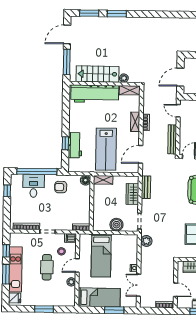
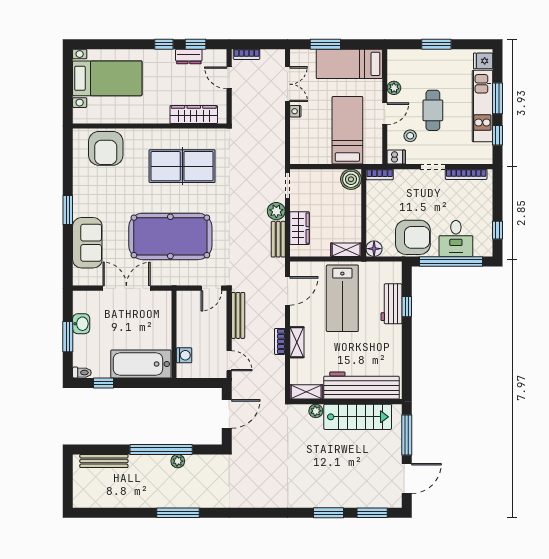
lab bench: (106, 149) -> (342, 298), turned 180
armchair: (61, 187) -> (413, 237), width x1.88, depth x1.88
boiler: (116, 225) -> (351, 179), moved
plant: (146, 241) -> (276, 211), moved

